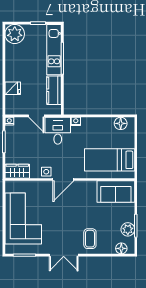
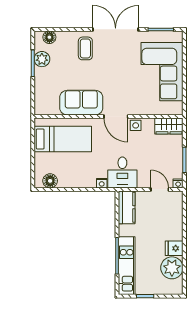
plant: (15, 34) -> (172, 268), moved
fridge: (13, 88) -> (174, 248), moved
kitchen counter: (54, 90) -> (127, 207), moved
door: (36, 116) -> (160, 189), moved
door: (63, 179) -> (116, 116), swing flipped
sofa: (116, 192) -> (81, 103), moved
double door: (64, 255) -> (116, 29), width x1.37

